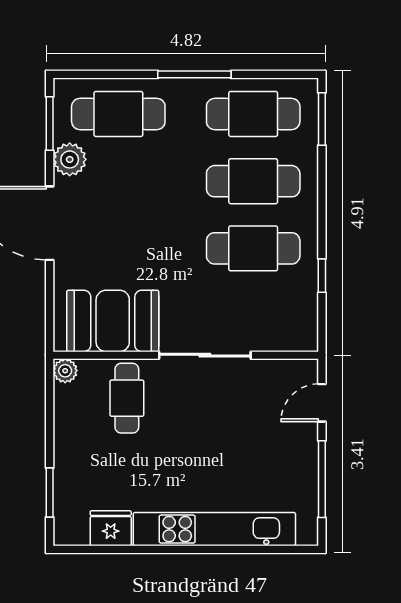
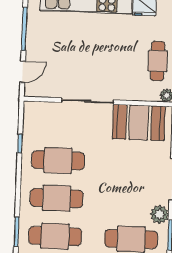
cafe table: (127, 398) -> (158, 61), moved

